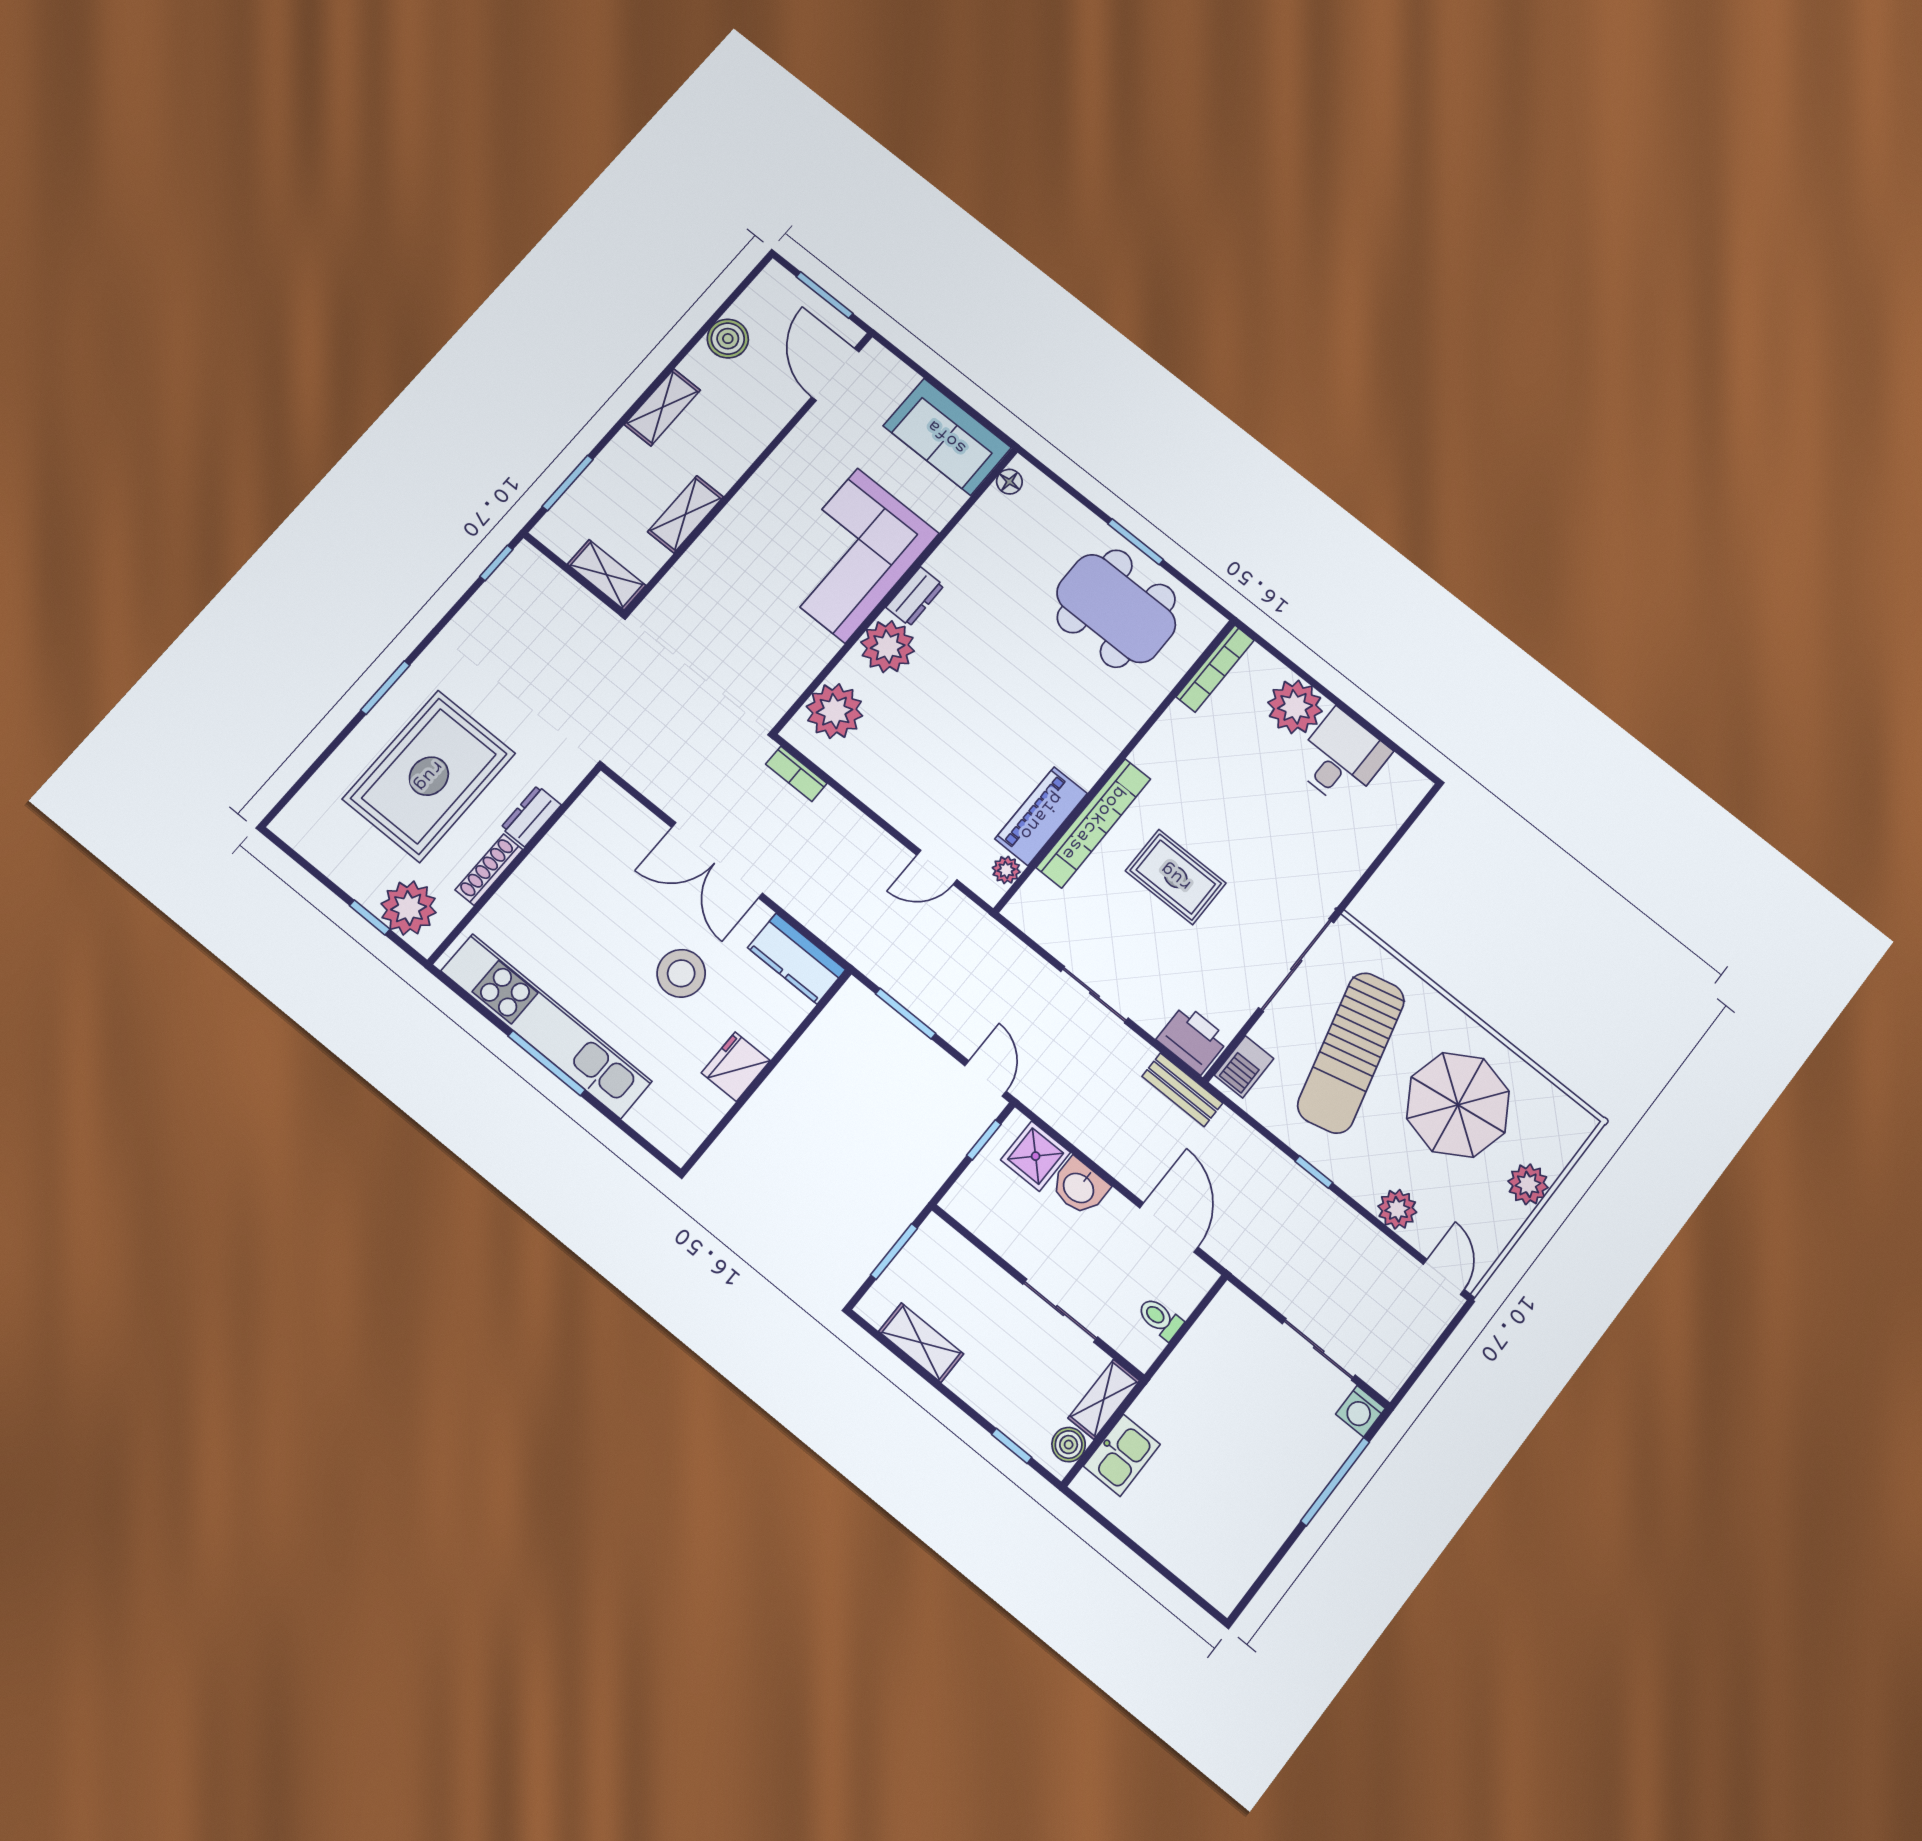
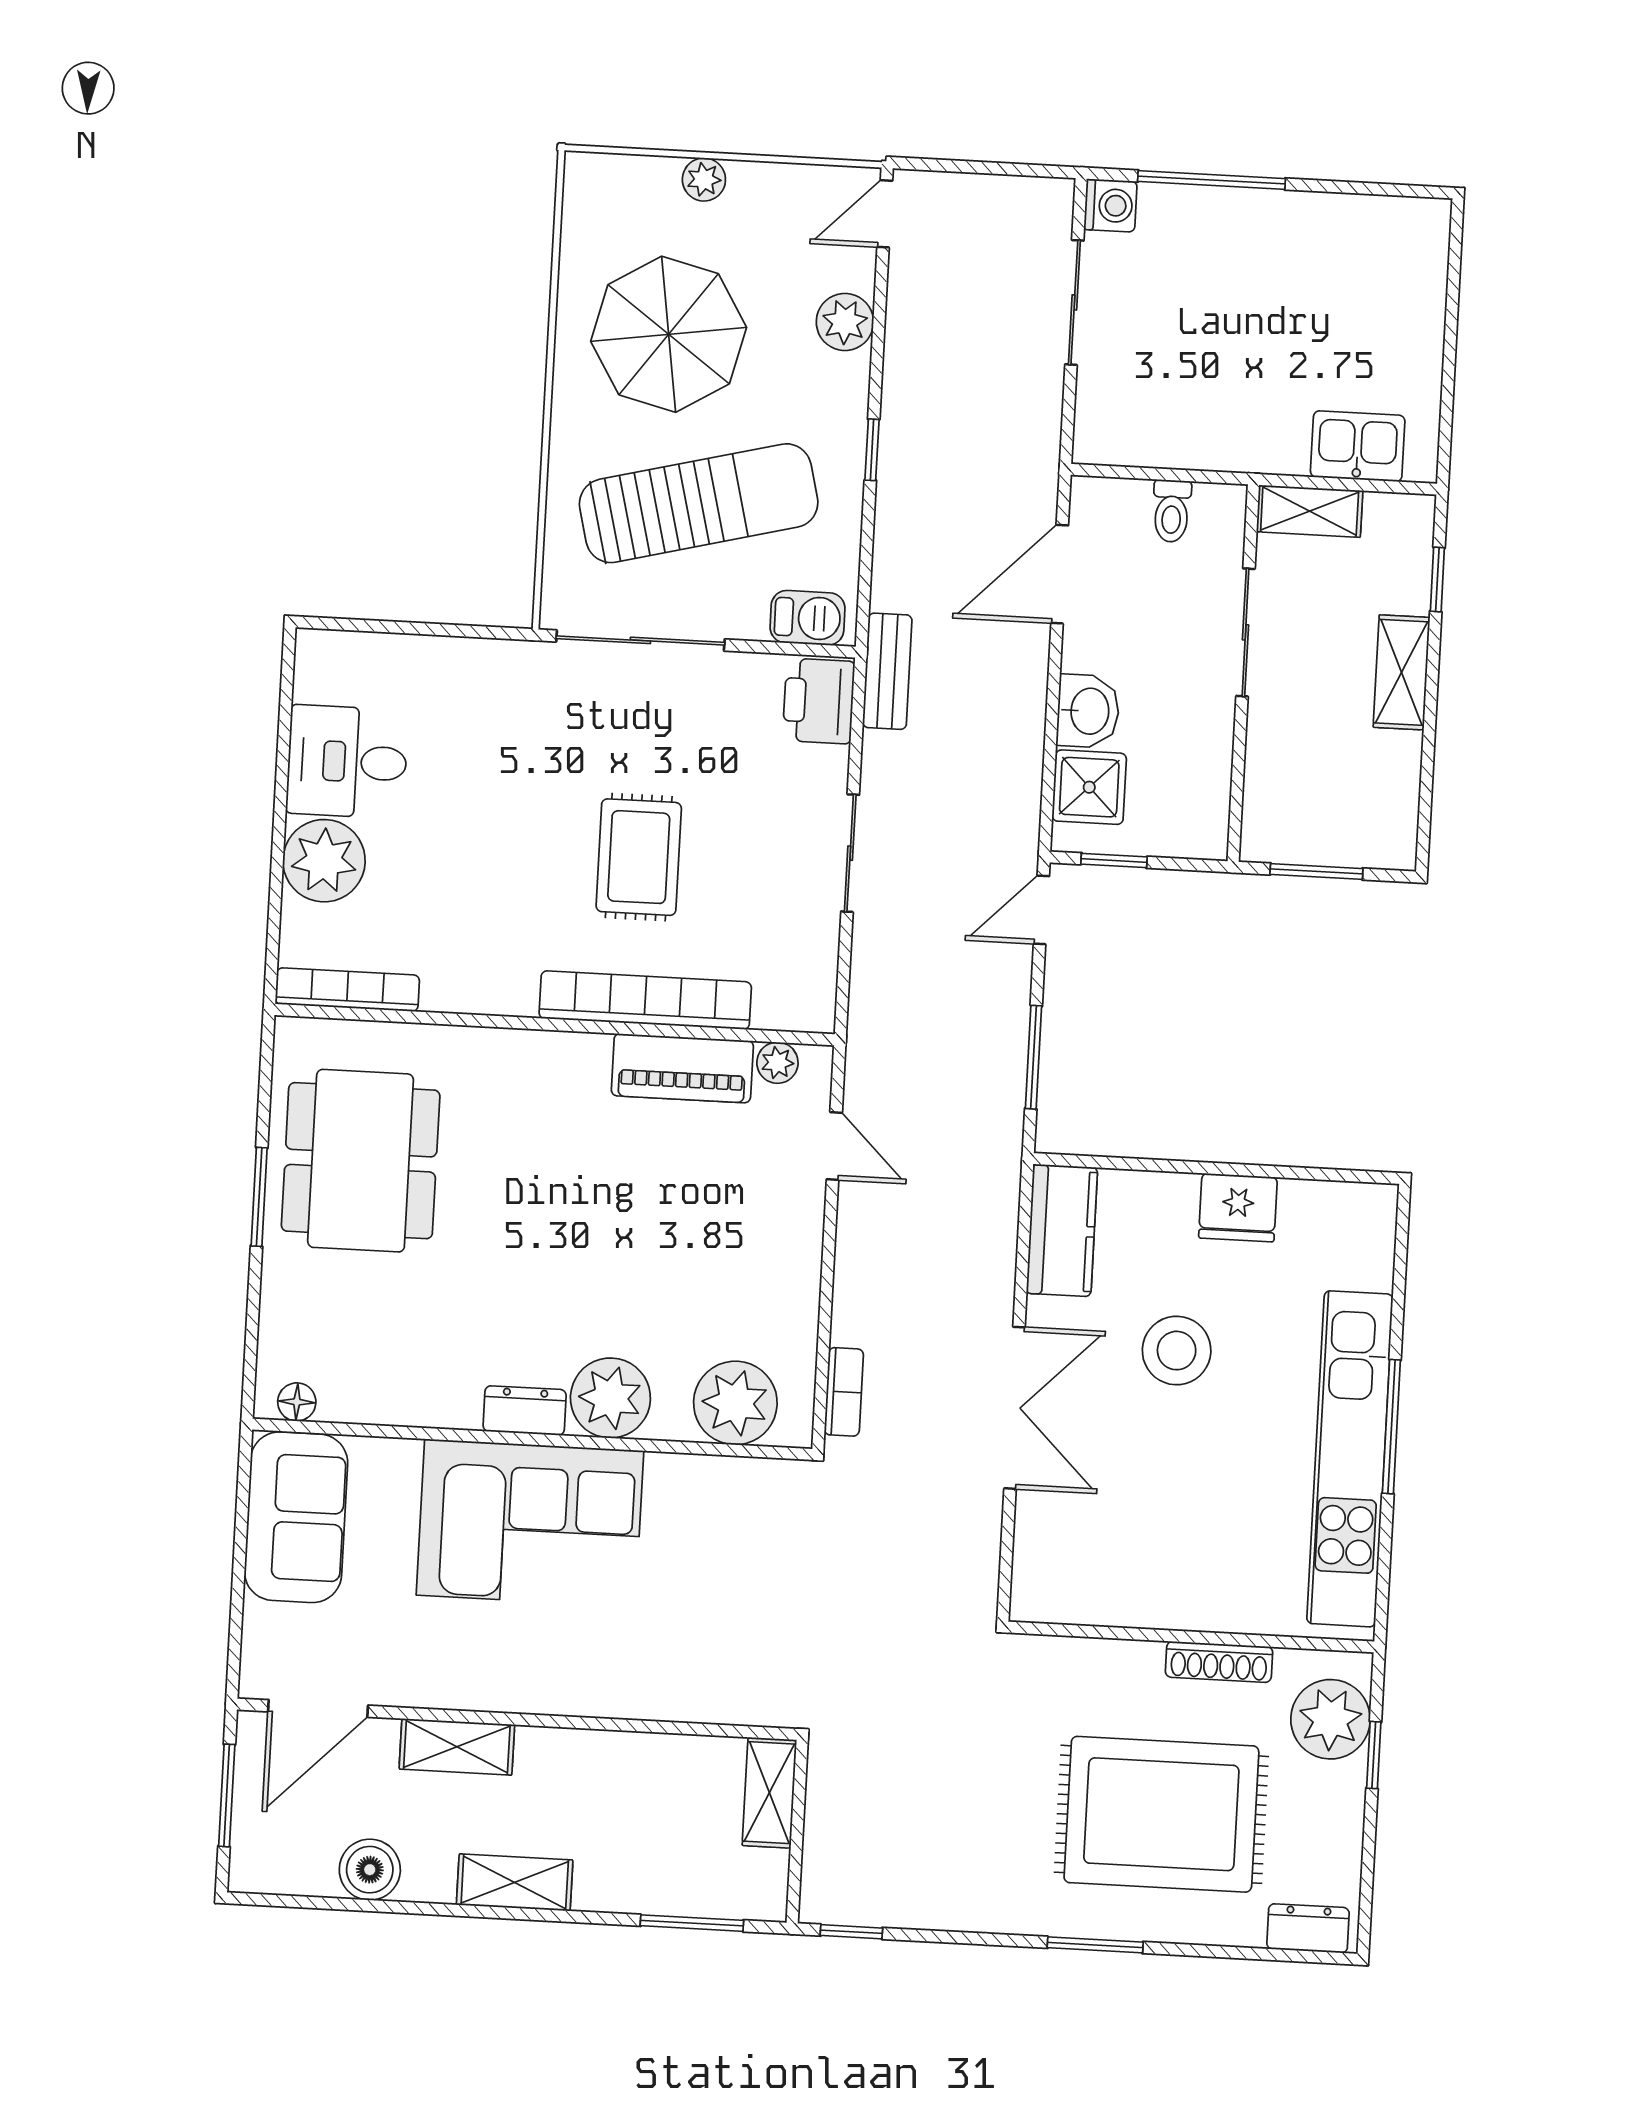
shelving: (685, 514) -> (457, 1747), moved
dresser: (531, 816) -> (1308, 1928), moved, turned 180
plant: (1528, 1184) -> (704, 179), width x0.73, depth x0.73
shelving: (921, 1343) -> (1402, 672), moved
boiler: (1069, 1445) -> (1389, 516), removed

